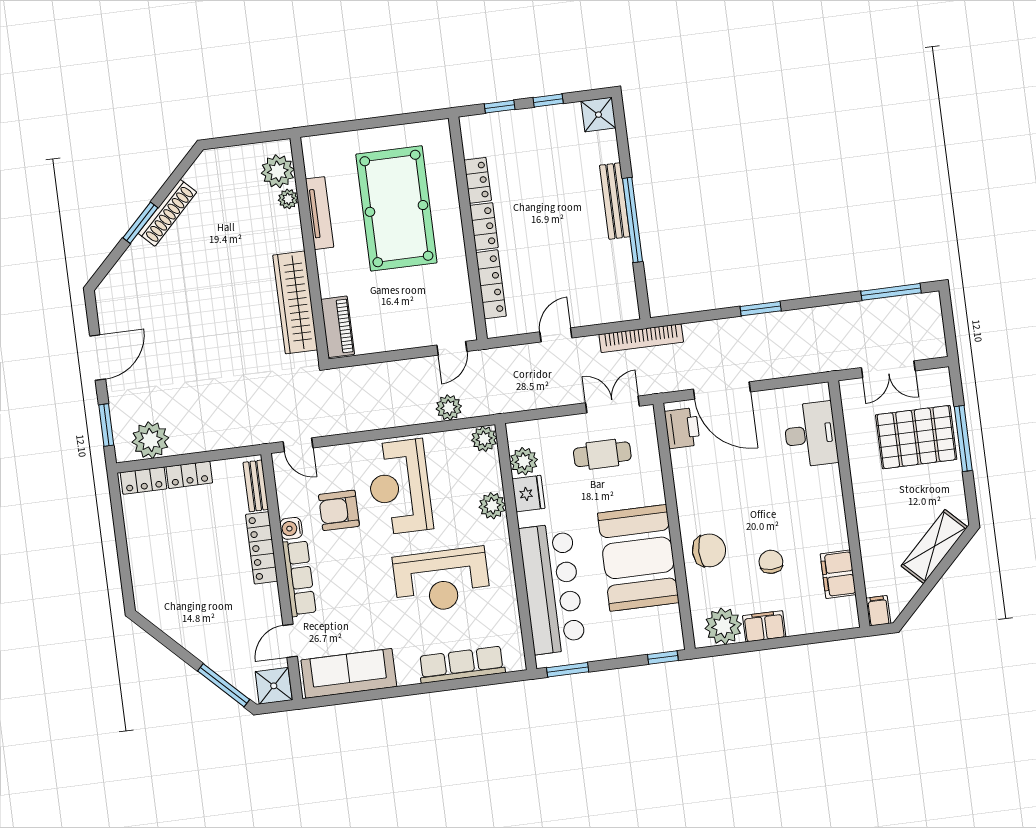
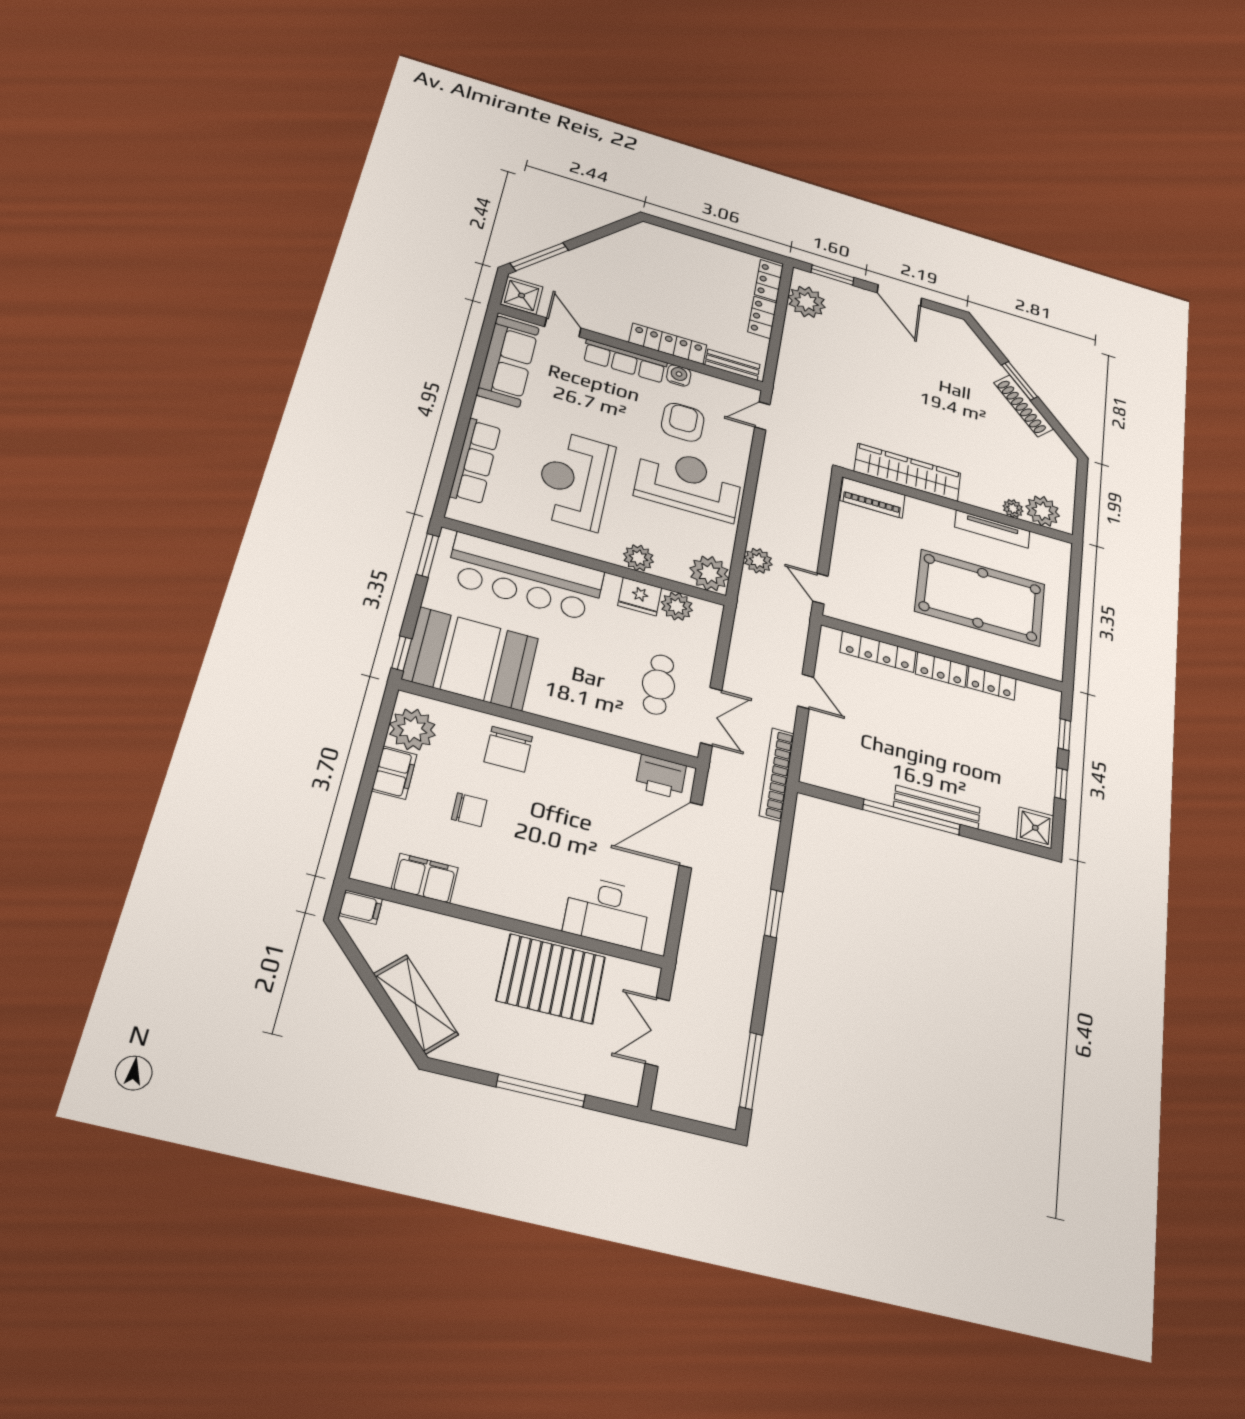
pallet: (916, 437) -> (551, 979), moved, turned 90
plant: (484, 439) -> (709, 573), width x1.36, depth x1.36
booth: (638, 558) -> (471, 659), moved

